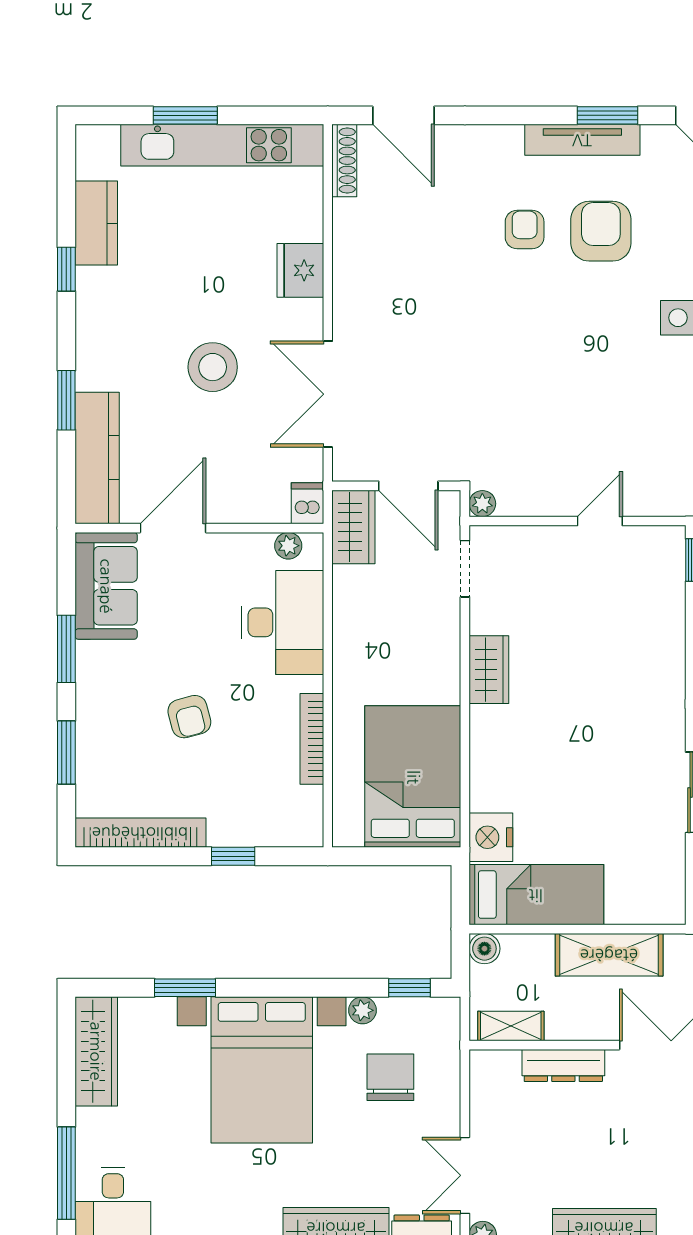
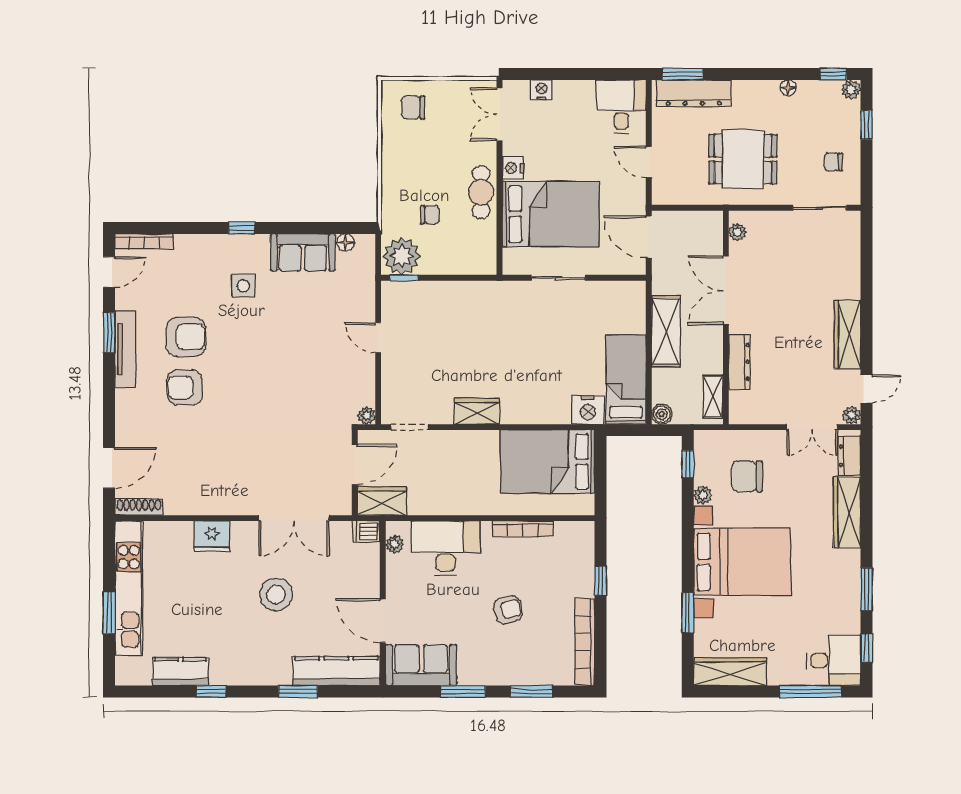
armchair: (525, 230) -> (185, 387), width x1.38, depth x1.38
armchair: (601, 231) -> (186, 337), turned 180

